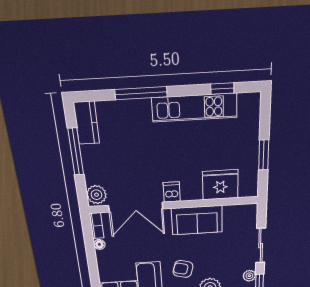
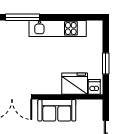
window: (222, 89) -> (77, 17), removed
dishwasher: (172, 192) -> (94, 87), moved

